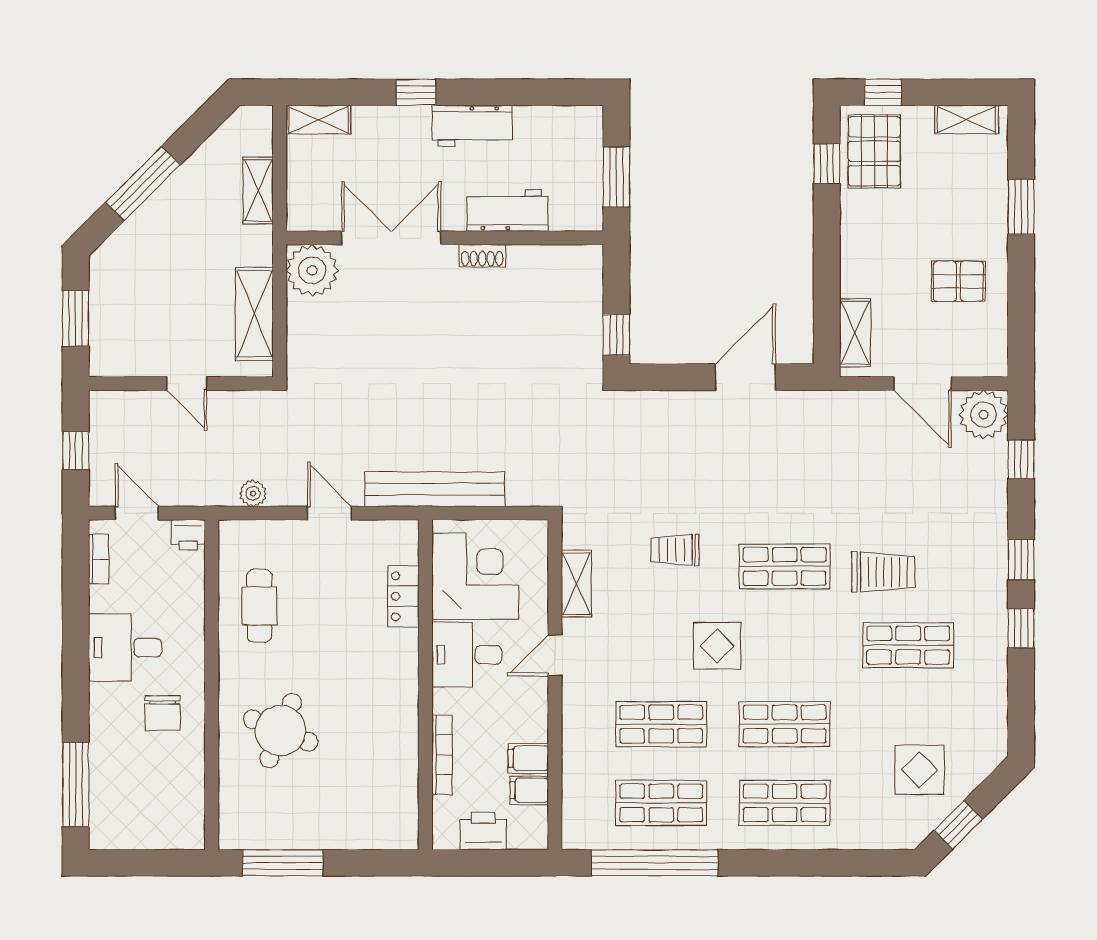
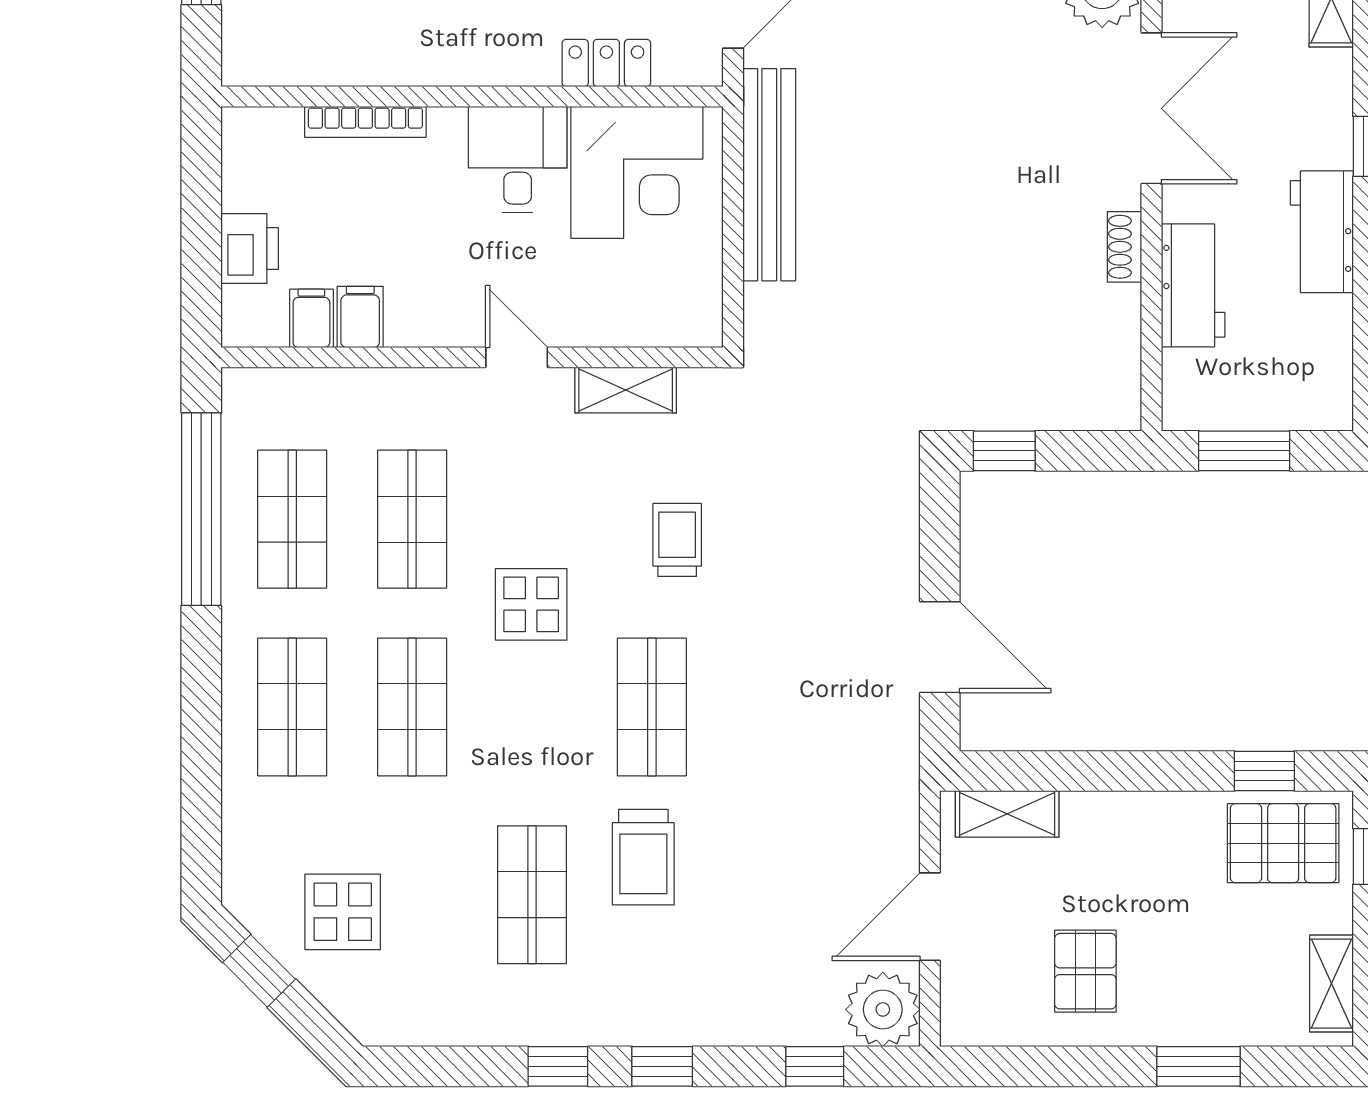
corner desk: (475, 576) -> (637, 172), moved
locker: (403, 596) -> (606, 63), moved
desk: (467, 655) -> (518, 159), moved
wall: (425, 685) -> (472, 96), moved
bookcase: (442, 755) -> (365, 122), moved

